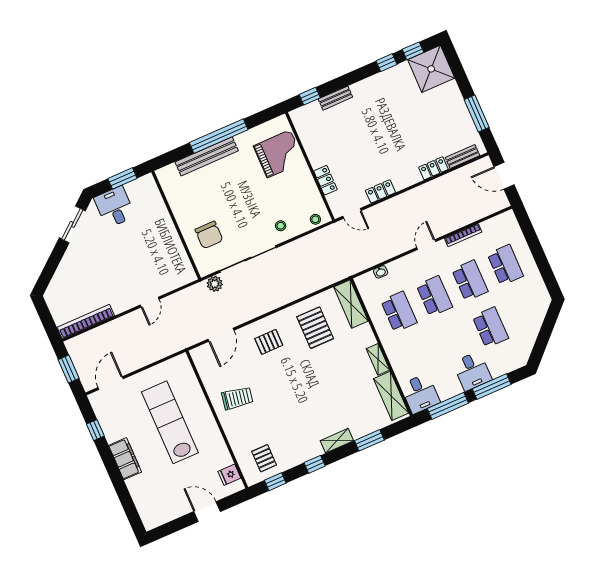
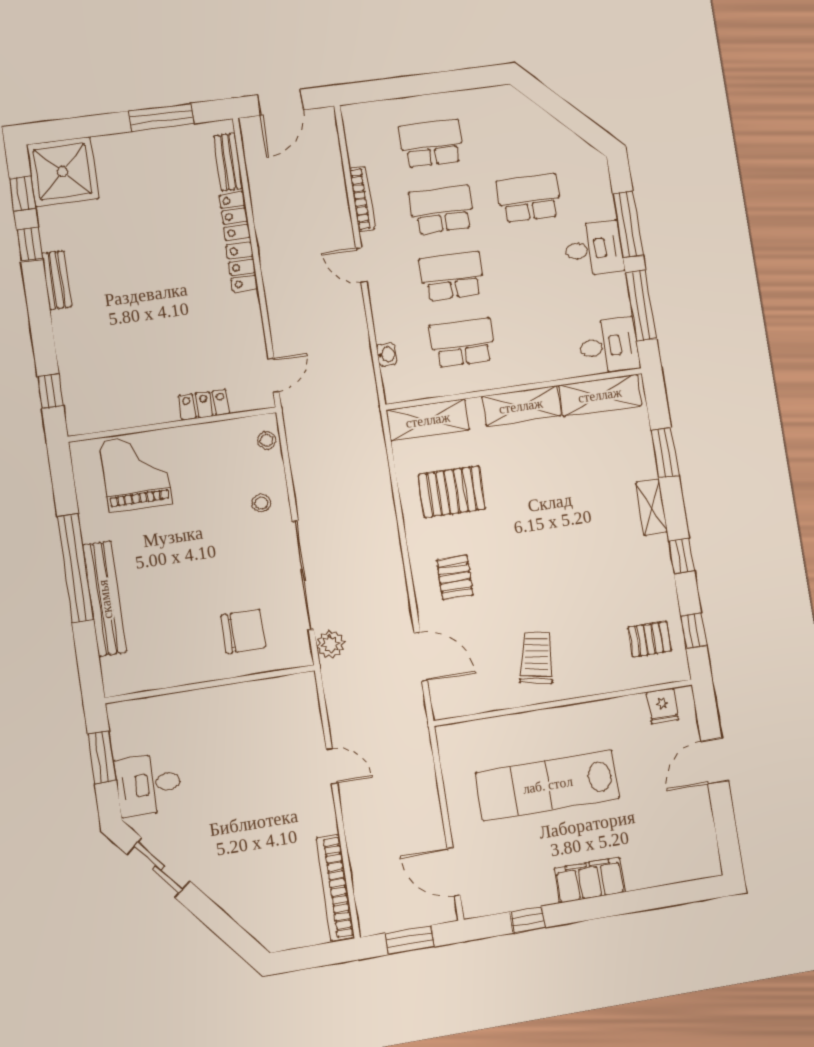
bench: (335, 98) -> (57, 280), moved
locker: (380, 191) -> (242, 267), moved
shelving: (378, 359) -> (521, 406), width x1.50, depth x1.33

